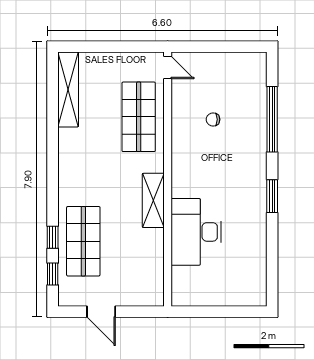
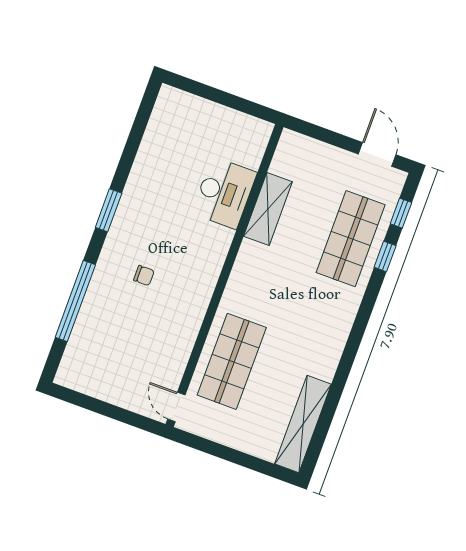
chair: (213, 119) -> (144, 276), moved
shelving: (153, 200) -> (268, 209), moved
desk: (196, 232) -> (224, 193), width x0.73, depth x0.77
door: (101, 312) -> (377, 154), moved

